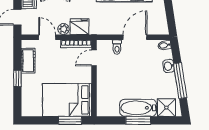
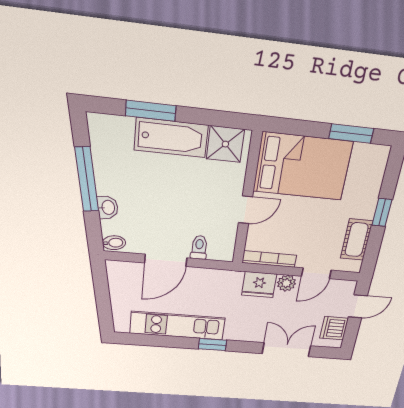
door: (47, 37) -> (316, 273), hinge flipped
door: (94, 58) -> (245, 210), moved
shower: (166, 108) -> (225, 144), moved
window: (70, 120) -> (351, 134), moved
window: (138, 120) -> (151, 111), moved

